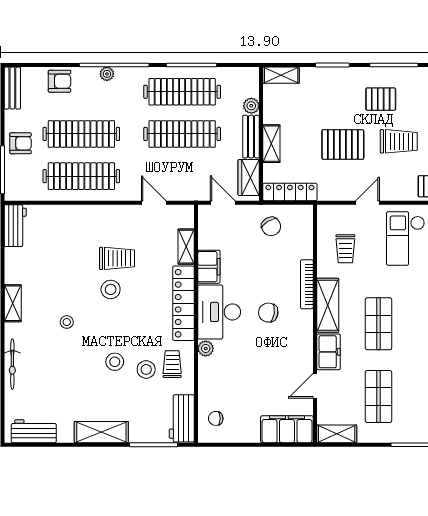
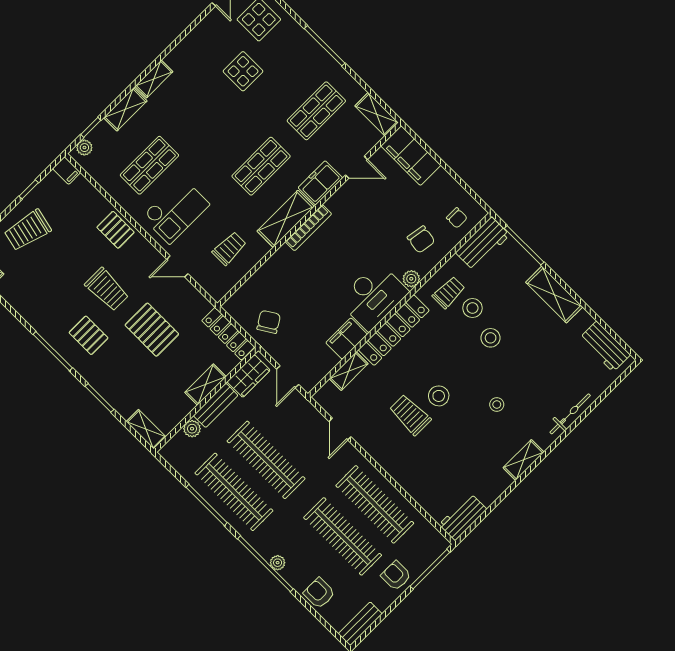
trolley: (399, 141) -> (107, 289), turned 180
bookcase: (307, 284) -> (308, 228), moved
chair: (268, 313) -> (421, 239), moved
trolley: (172, 364) -> (449, 292), turned 180

